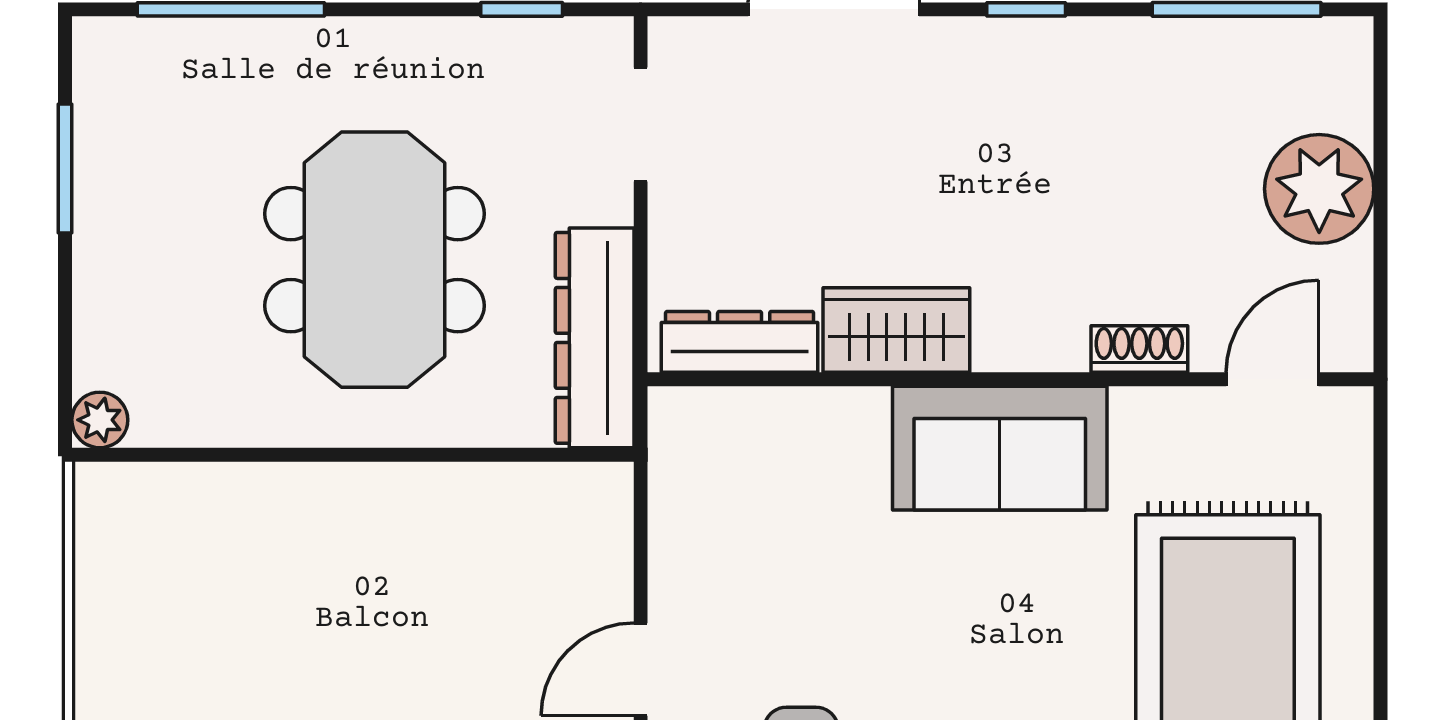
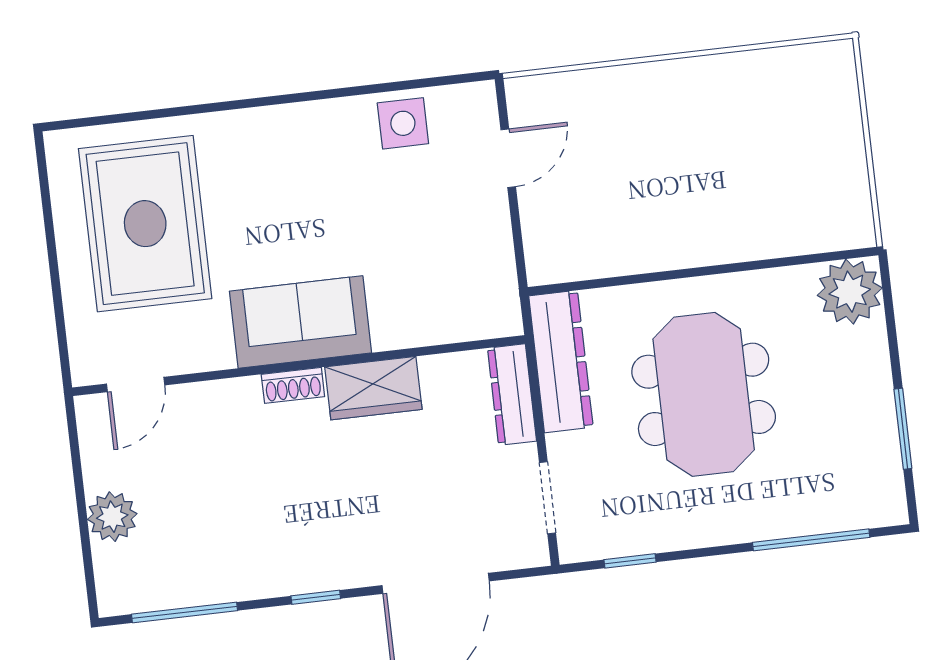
plant: (1319, 189) -> (112, 517), width x0.73, depth x0.73
dresser: (740, 342) -> (512, 395), moved, turned 90
shoe rack: (1139, 349) -> (293, 385), moved
plant: (100, 420) -> (850, 292), width x1.88, depth x1.88

